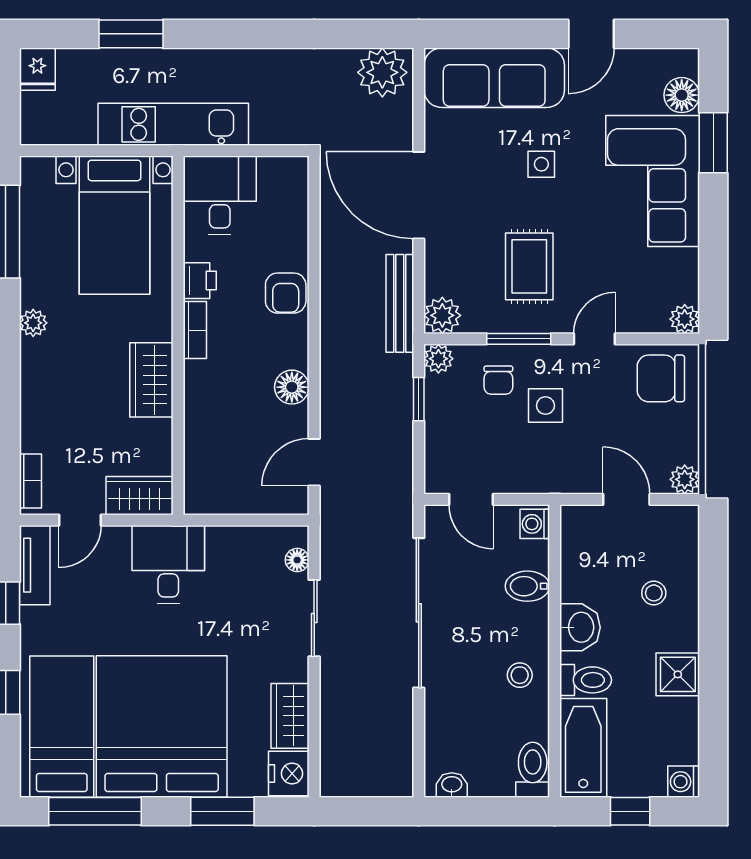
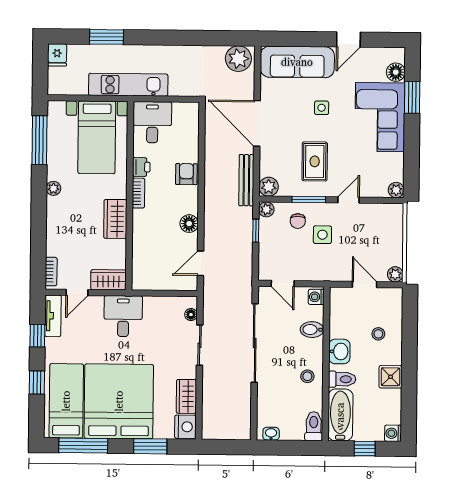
armchair: (286, 293) -> (186, 174), turned 180
chair: (661, 378) -> (383, 221), removed

